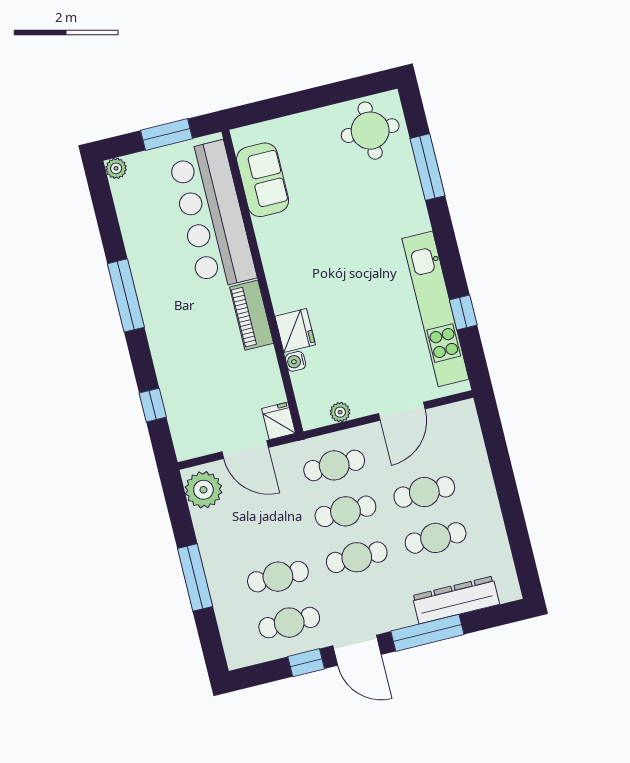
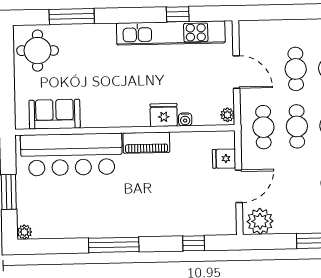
sofa: (263, 180) -> (55, 114), moved
bar counter: (212, 215) -> (71, 155), moved
wall: (262, 282) -> (125, 130), moved
piano: (252, 315) -> (146, 143), moved
fridge: (295, 330) -> (164, 115), moved
water cooler: (295, 361) -> (185, 119), moved

